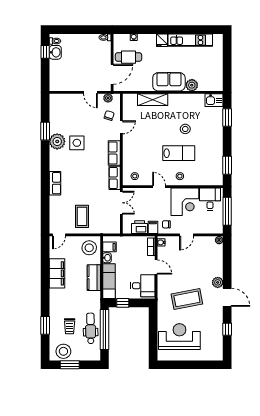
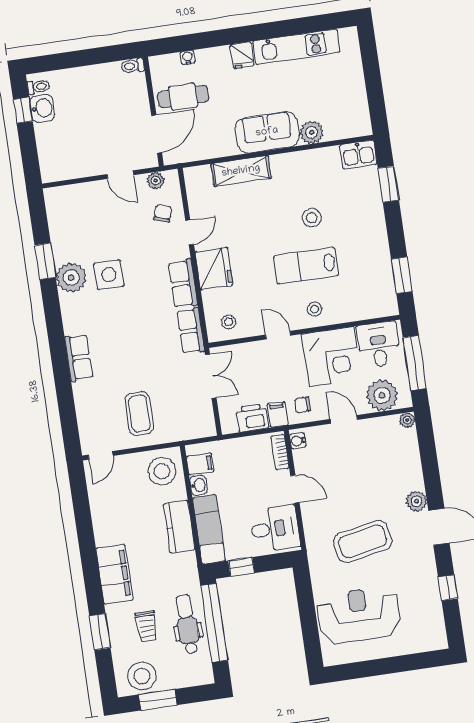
fridge: (131, 148) -> (214, 268), added
lab bench: (179, 153) -> (306, 266), turned 180
plant: (208, 226) -> (382, 395), added
door: (187, 235) -> (344, 419), swing flipped
filing cabinet: (57, 273) -> (114, 574), moved

